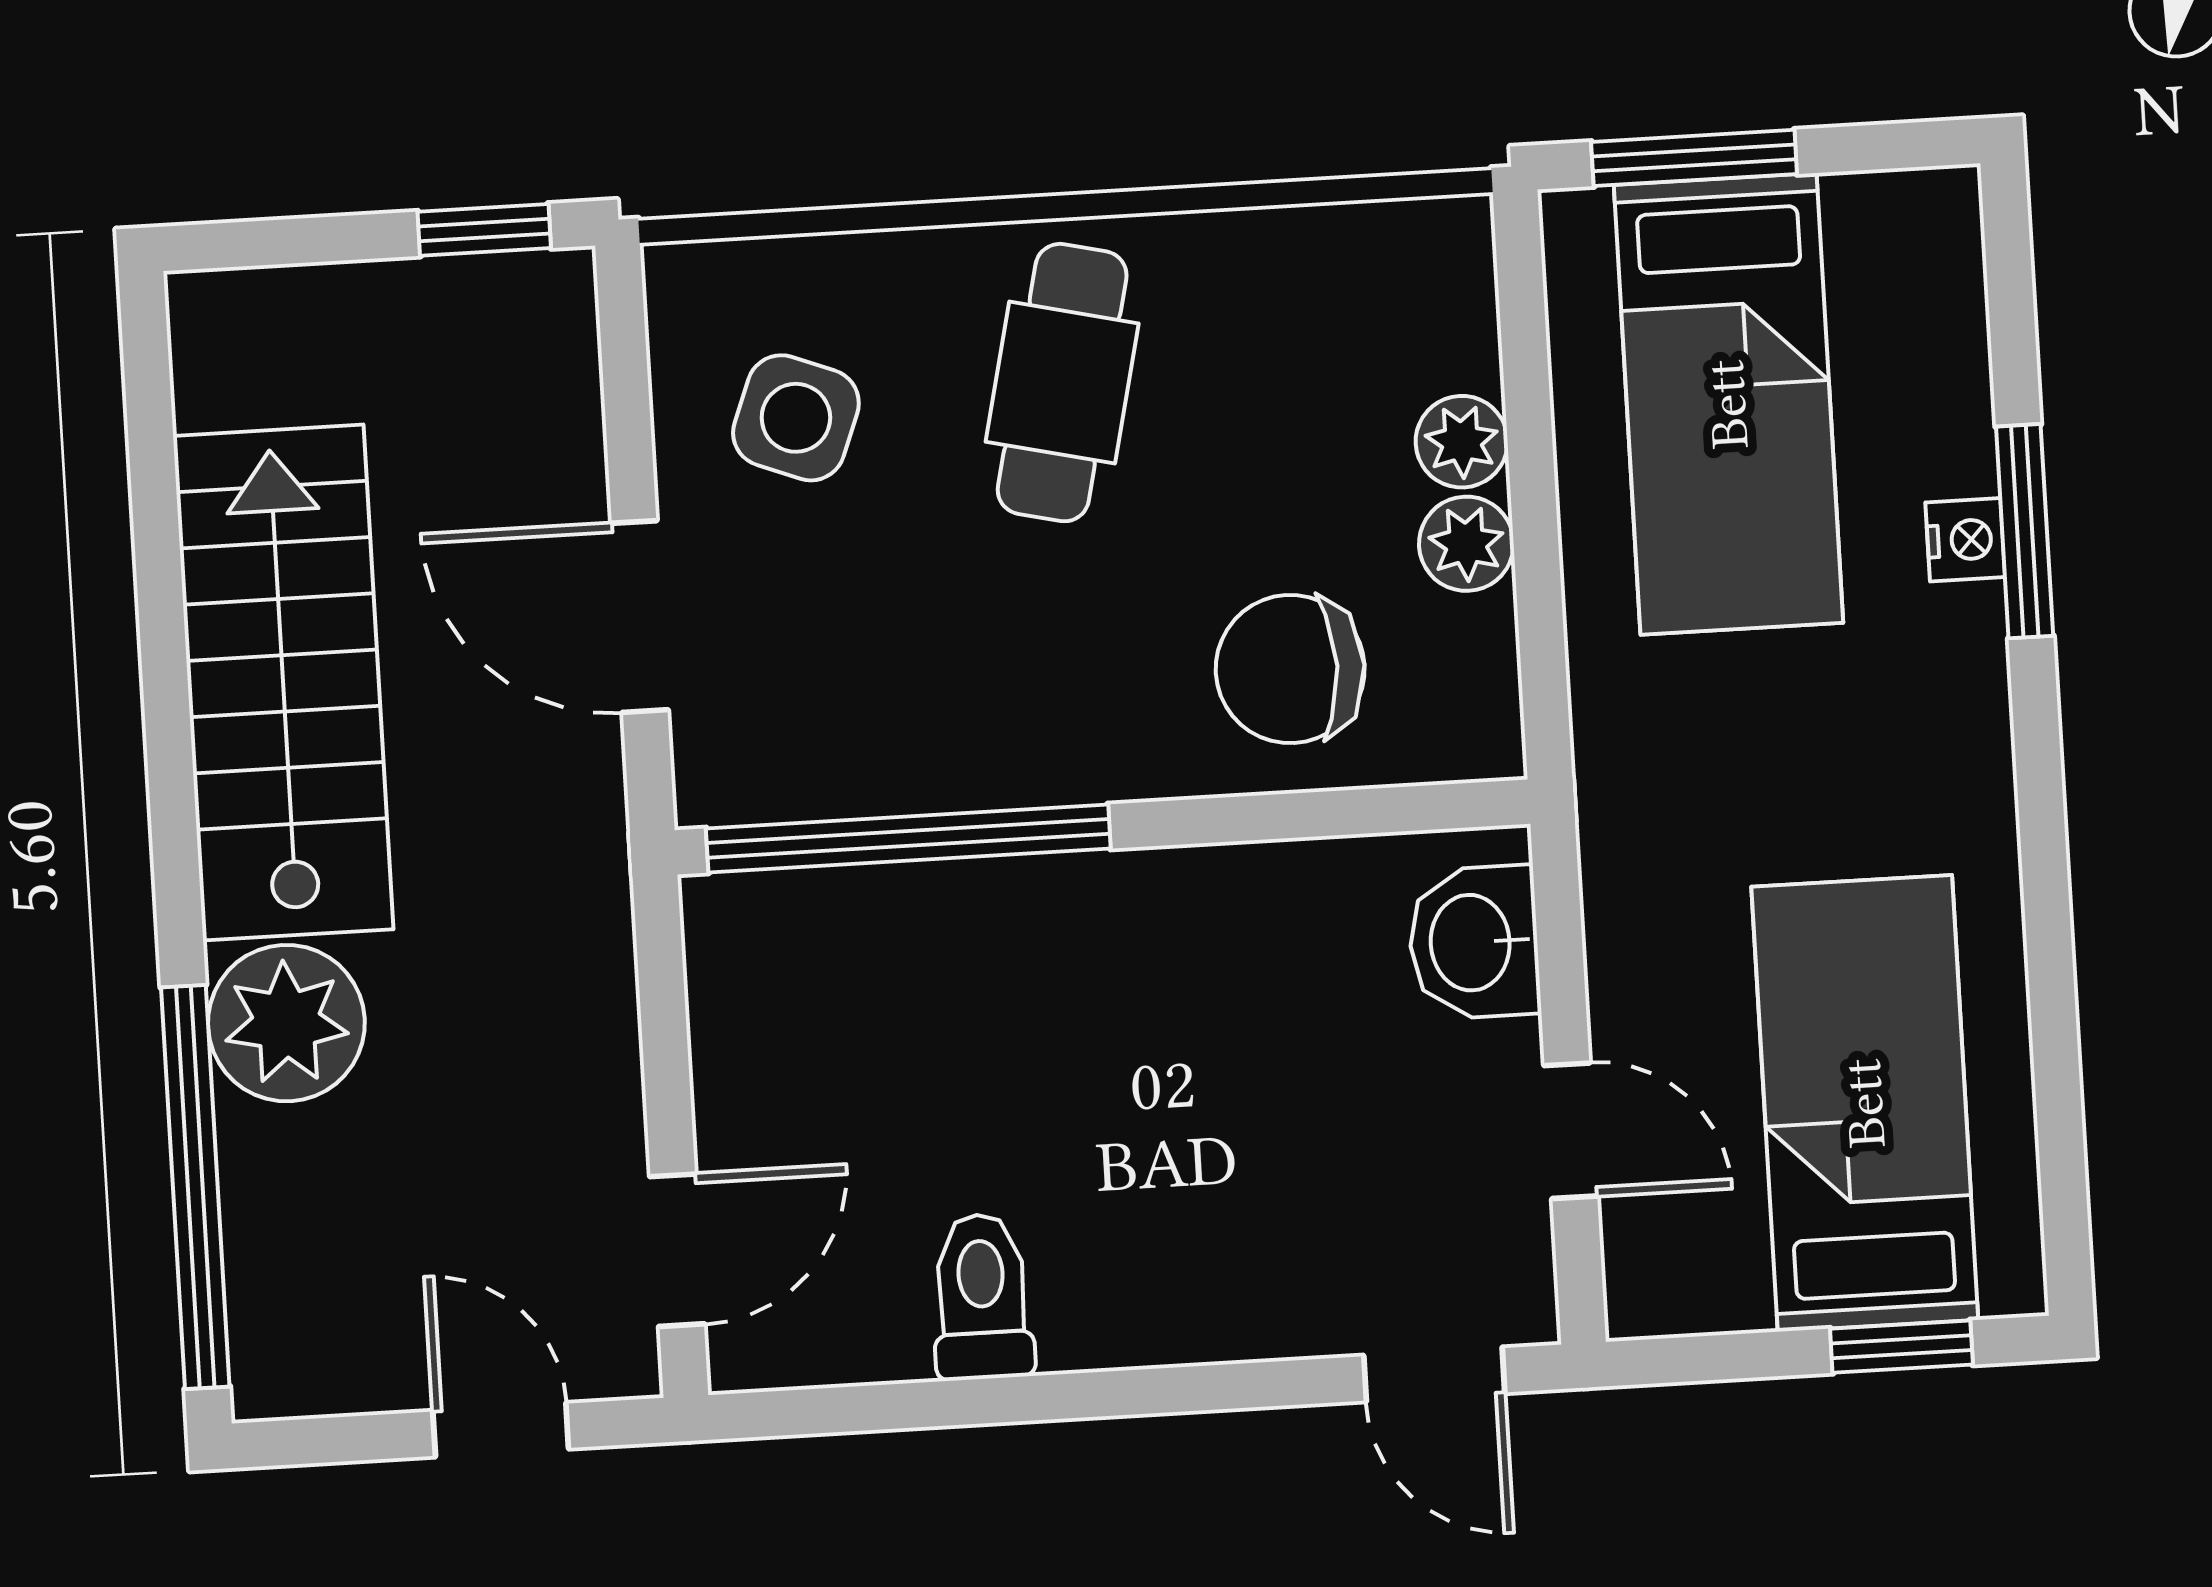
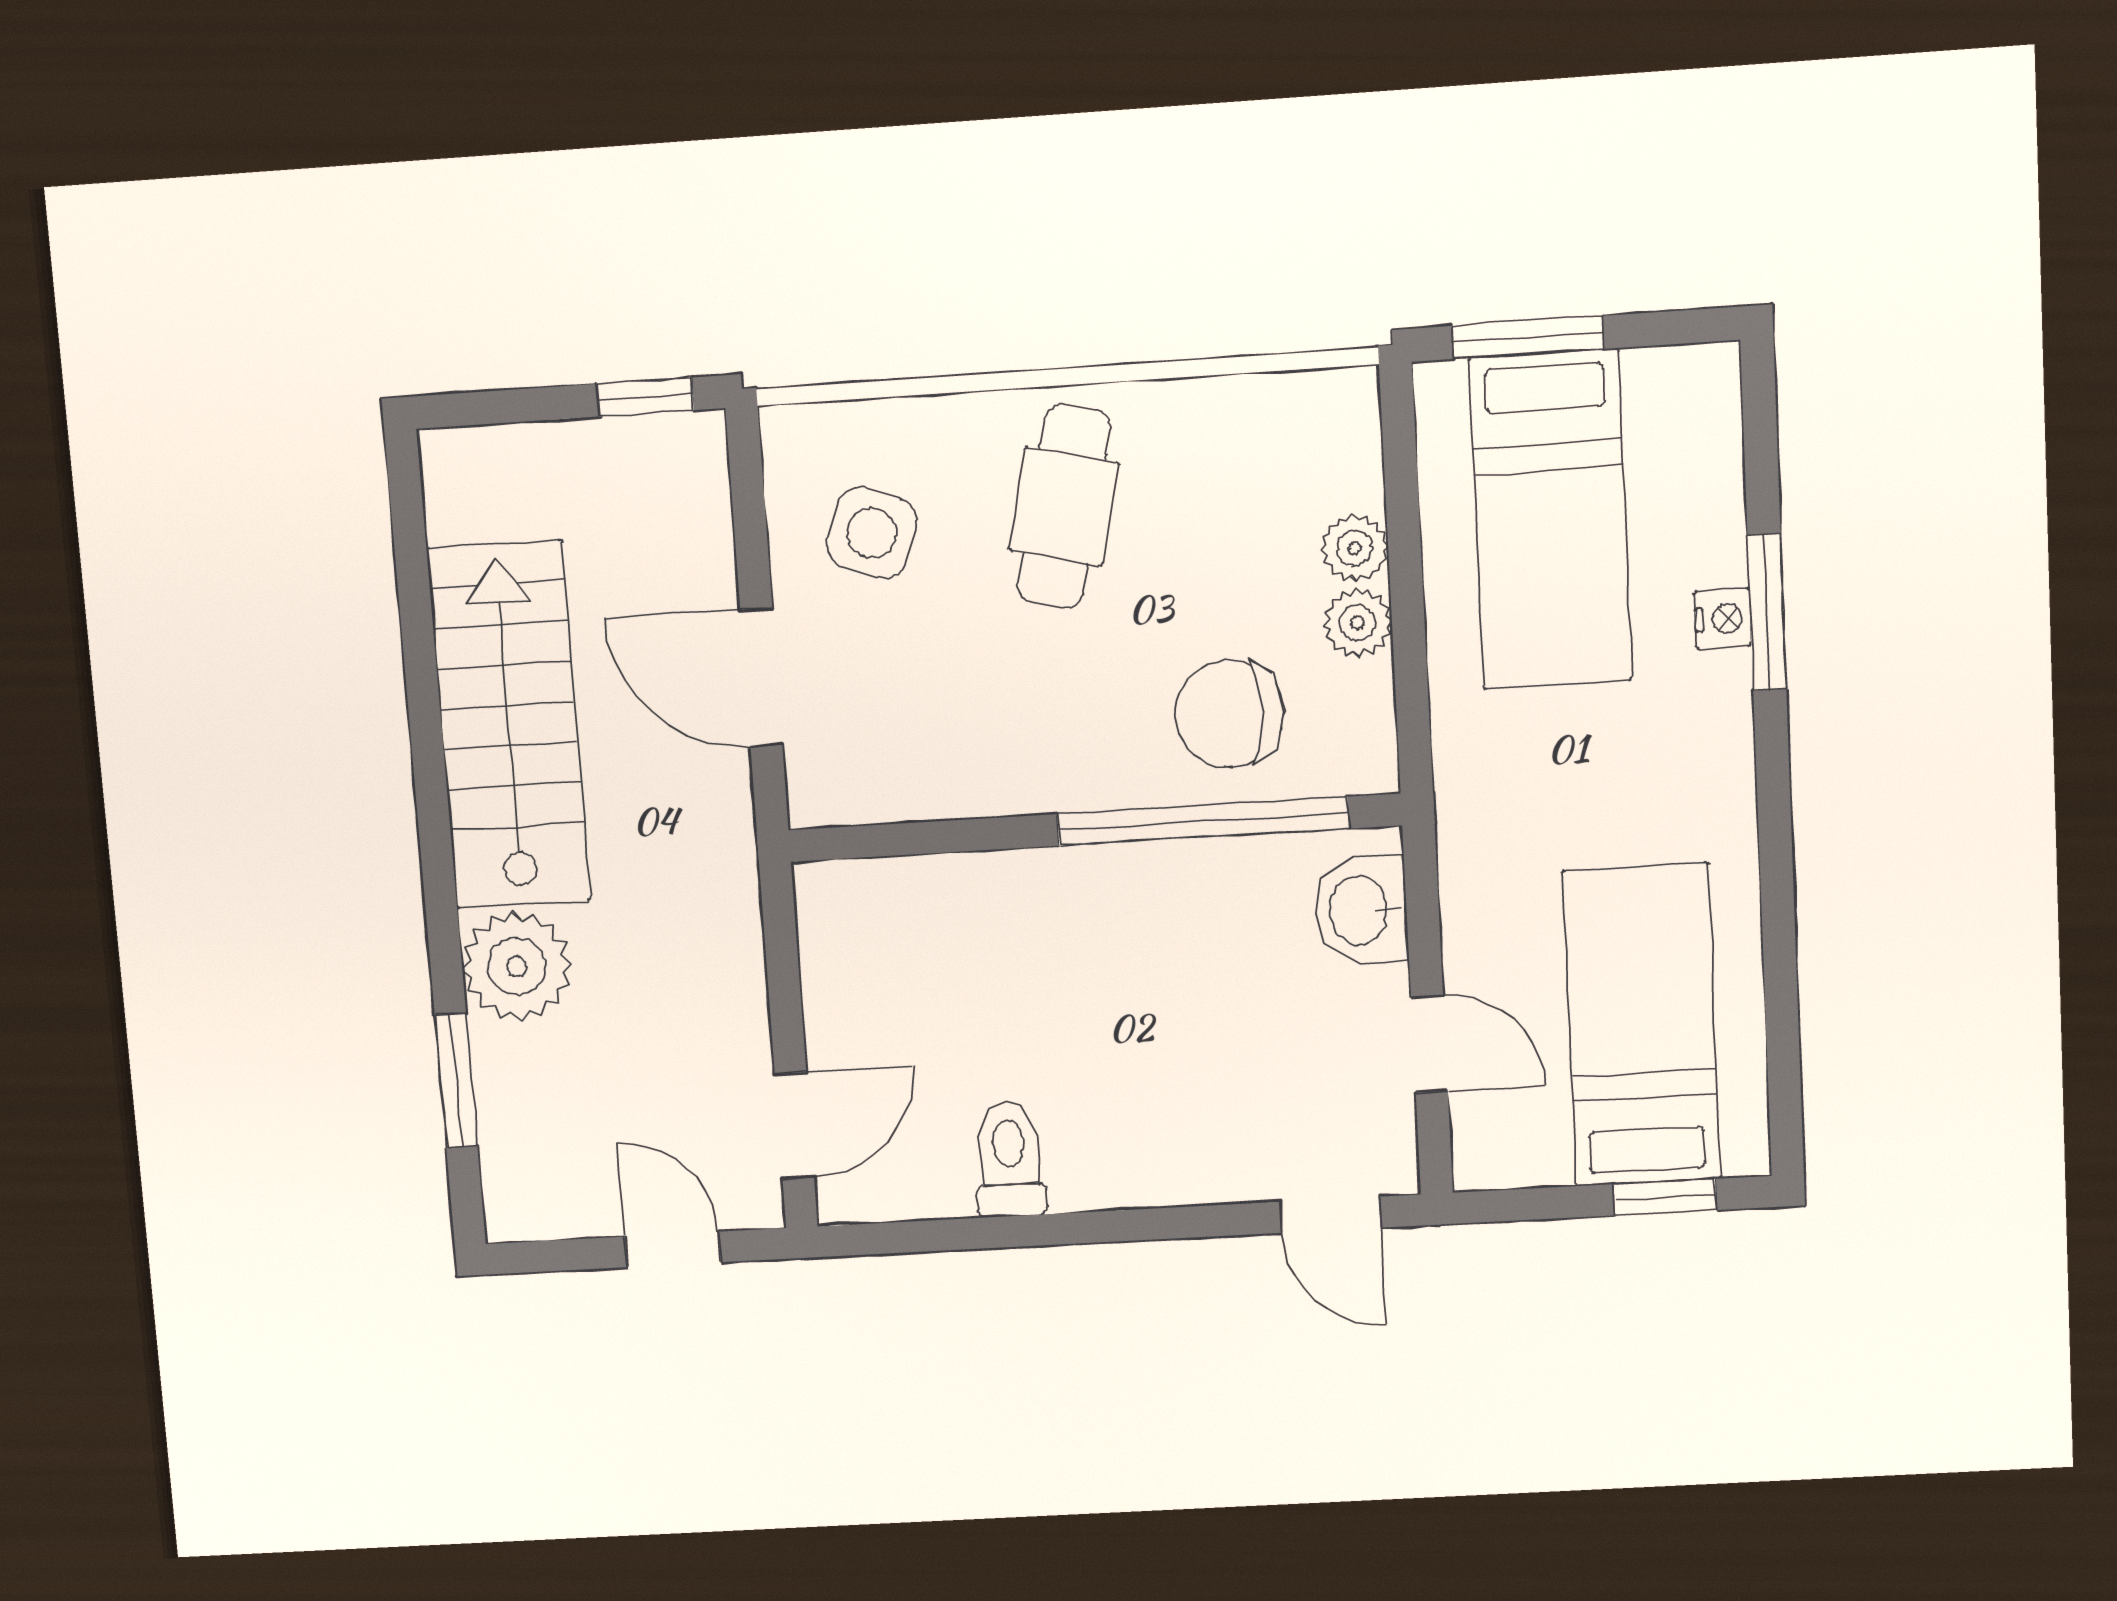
window: (908, 838) -> (1203, 821), moved
window: (195, 1187) -> (456, 1081), width x0.47

